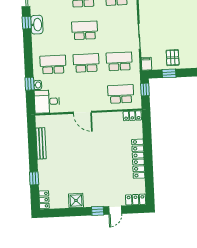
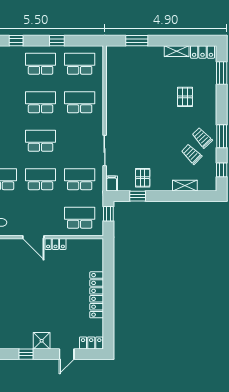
locker: (132, 116) -> (55, 244), moved
shower: (76, 201) -> (42, 341), moved
window: (98, 211) -> (26, 354), moved

